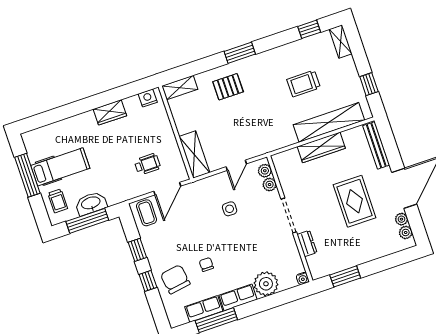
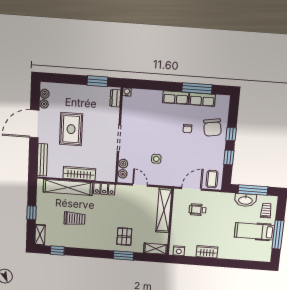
window: (240, 53) -> (123, 255), moved
window: (369, 84) -> (32, 213), moved
pallet: (228, 87) -> (124, 237), turned 90
locker: (280, 140) -> (104, 189), added
shelving: (194, 155) -> (164, 210), width x1.47
door: (236, 165) -> (140, 185), hinge flipped
dresser: (307, 243) -> (115, 98), moved
plant: (266, 284) -> (153, 99), removed

